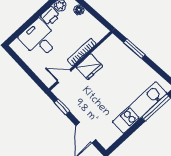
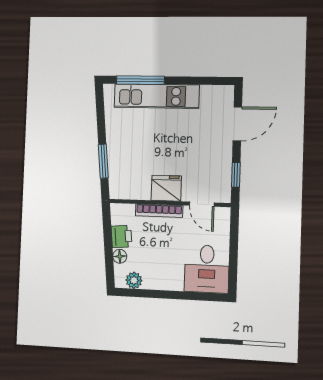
printer: (50, 16) -> (121, 236), moved, turned 84
desk: (39, 39) -> (207, 269), moved

